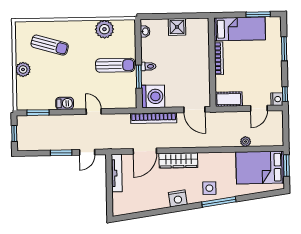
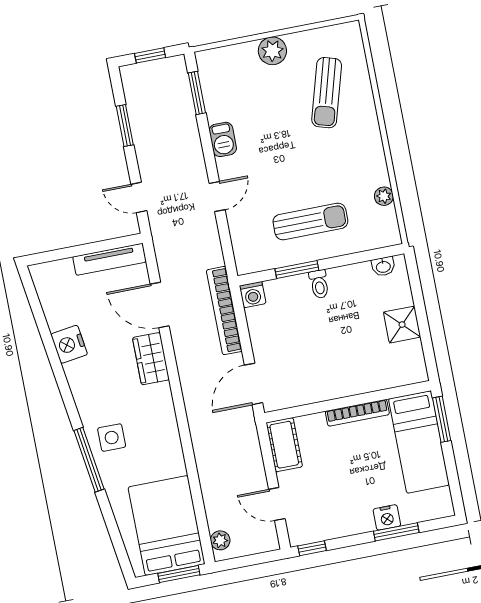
window: (258, 14) -> (442, 419), moved
plant: (104, 29) -> (384, 196), width x0.53, depth x0.53
sun lounger: (115, 65) -> (310, 222), turned -90
washing machine: (153, 96) -> (253, 295), width x0.53, depth x0.53
nightstand: (277, 99) -> (387, 517), moved
plant: (246, 142) -> (220, 540), moved
window: (61, 153) -> (125, 125), moved
wardrobe: (178, 160) -> (151, 359), width x0.67
nightstand: (178, 198) -> (69, 344), moved

